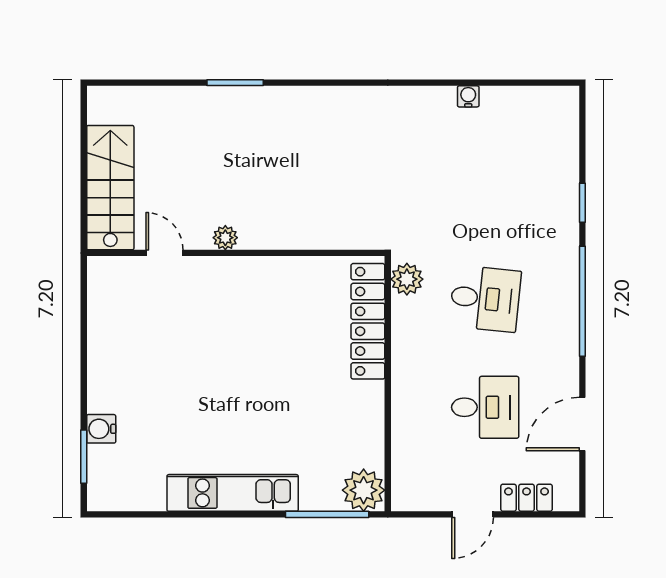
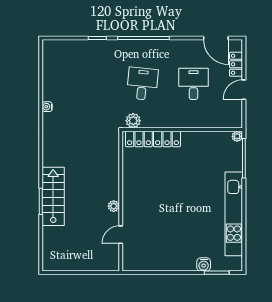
water cooler: (468, 96) -> (47, 107), moved
stairs: (110, 188) -> (53, 196), moved, turned 90
door: (582, 424) -> (216, 38), moved
plant: (364, 490) -> (237, 136), width x0.53, depth x0.53
kitchen unit: (233, 493) -> (234, 214), width x1.36
door: (473, 514) -> (244, 90), swing flipped

